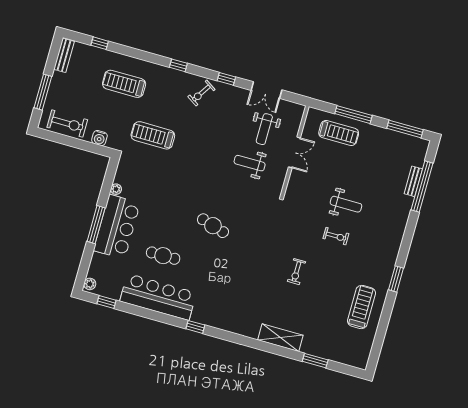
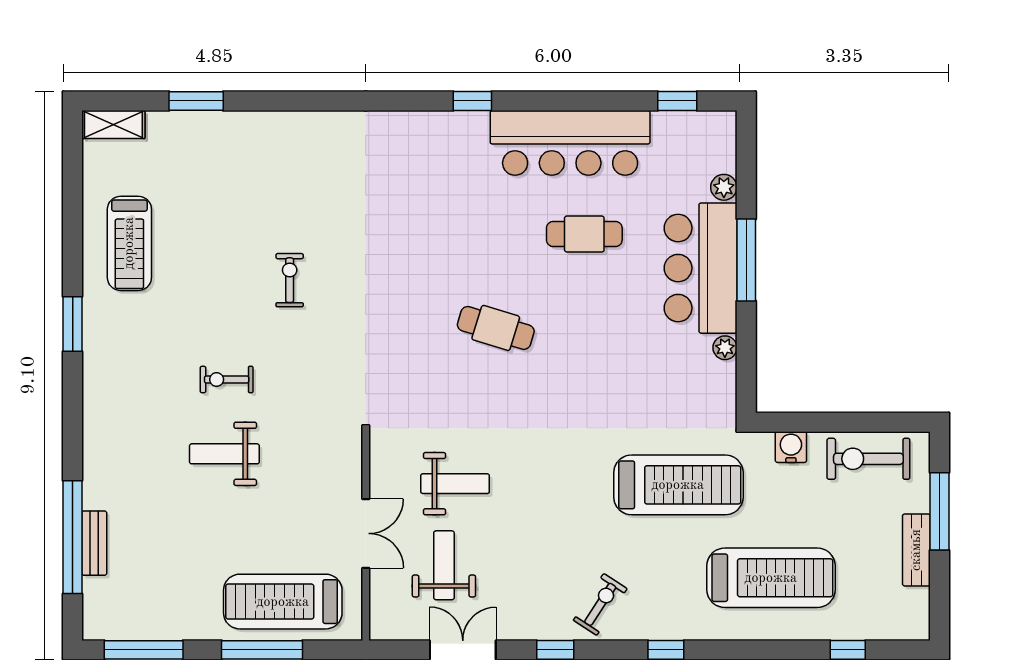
bench: (64, 55) -> (916, 550), moved
treadmill: (124, 84) -> (771, 578), width x1.37, depth x1.38
treadmill: (339, 133) -> (283, 602), width x1.37, depth x1.38
treadmill: (153, 135) -> (678, 485), width x1.37, depth x1.38
double door: (294, 152) -> (366, 533), swing flipped
plant: (90, 284) -> (724, 187), moved
shelving: (280, 338) -> (113, 124), moved, width x0.67, depth x0.75

